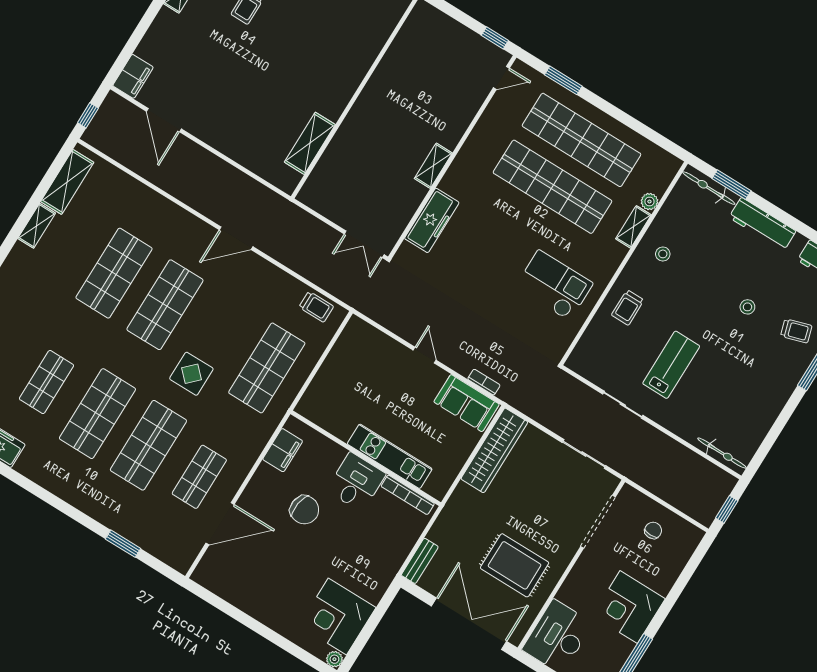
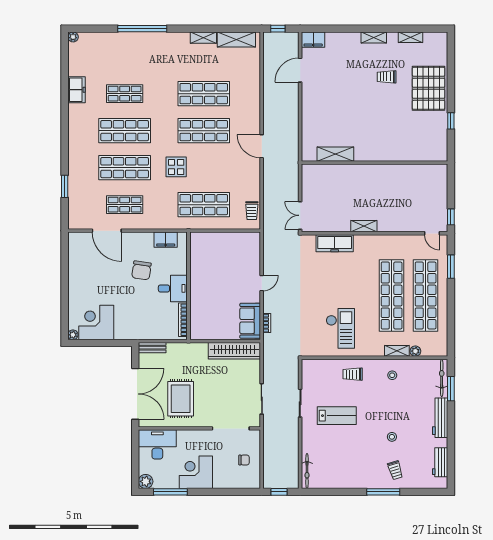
kitchen unit: (390, 456) -> (197, 298), removed

